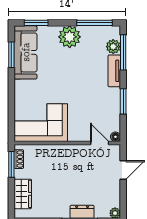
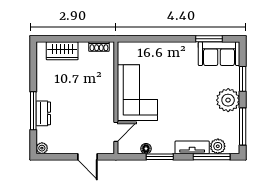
window: (36, 23) -> (243, 79), moved
sofa: (26, 52) -> (219, 54), width x0.73
corner sofa: (41, 123) -> (137, 93), moved
floor lamp: (115, 137) -> (146, 149), moved
window: (11, 164) -> (93, 39), removed

